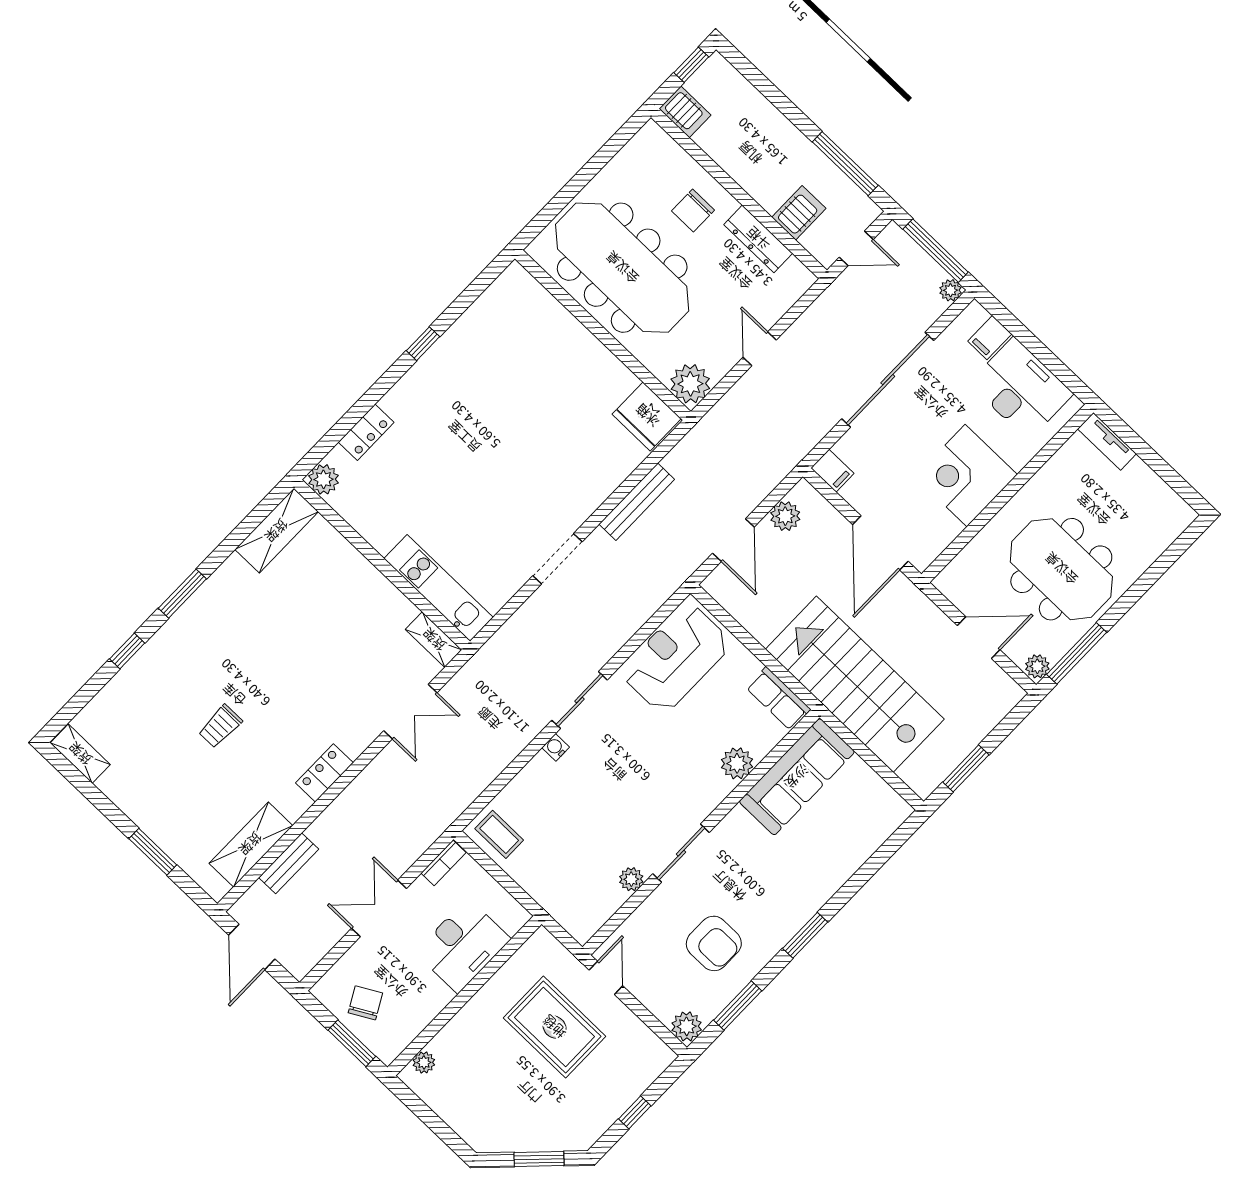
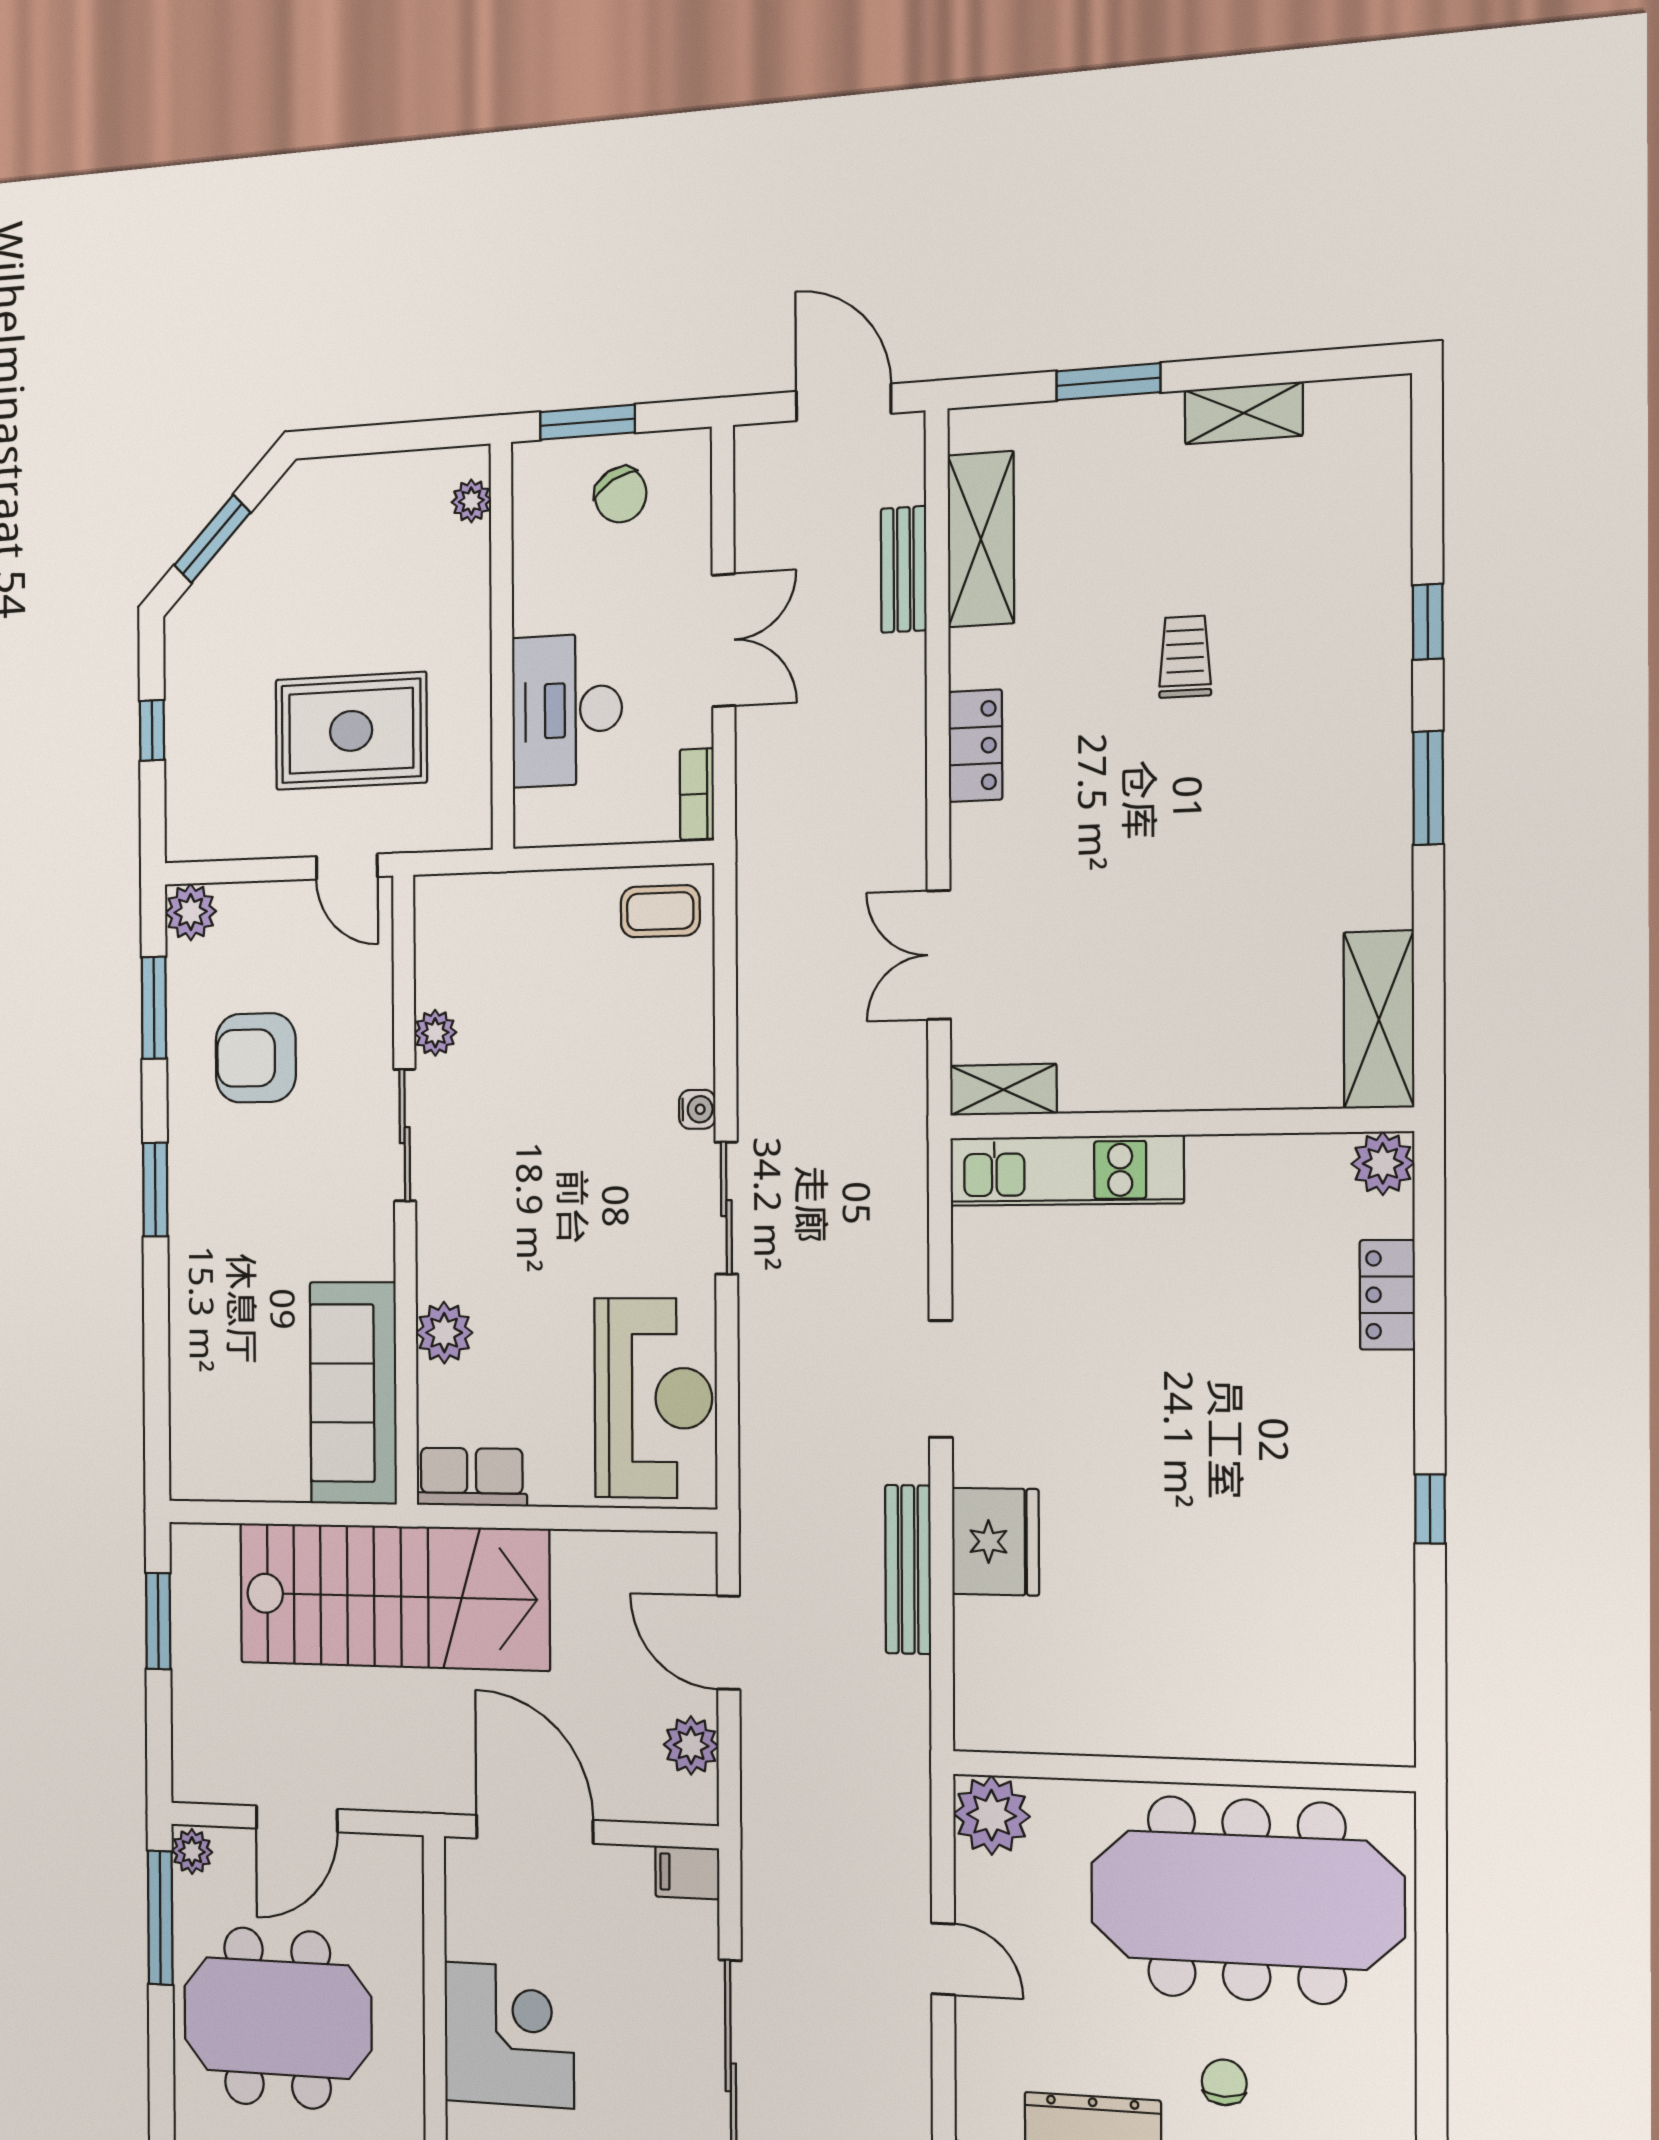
chair: (693, 210) -> (1224, 2082), width x0.73, depth x0.73
fridge: (647, 416) -> (995, 1542), moved, turned 90
shelving: (80, 754) -> (1244, 413), moved

